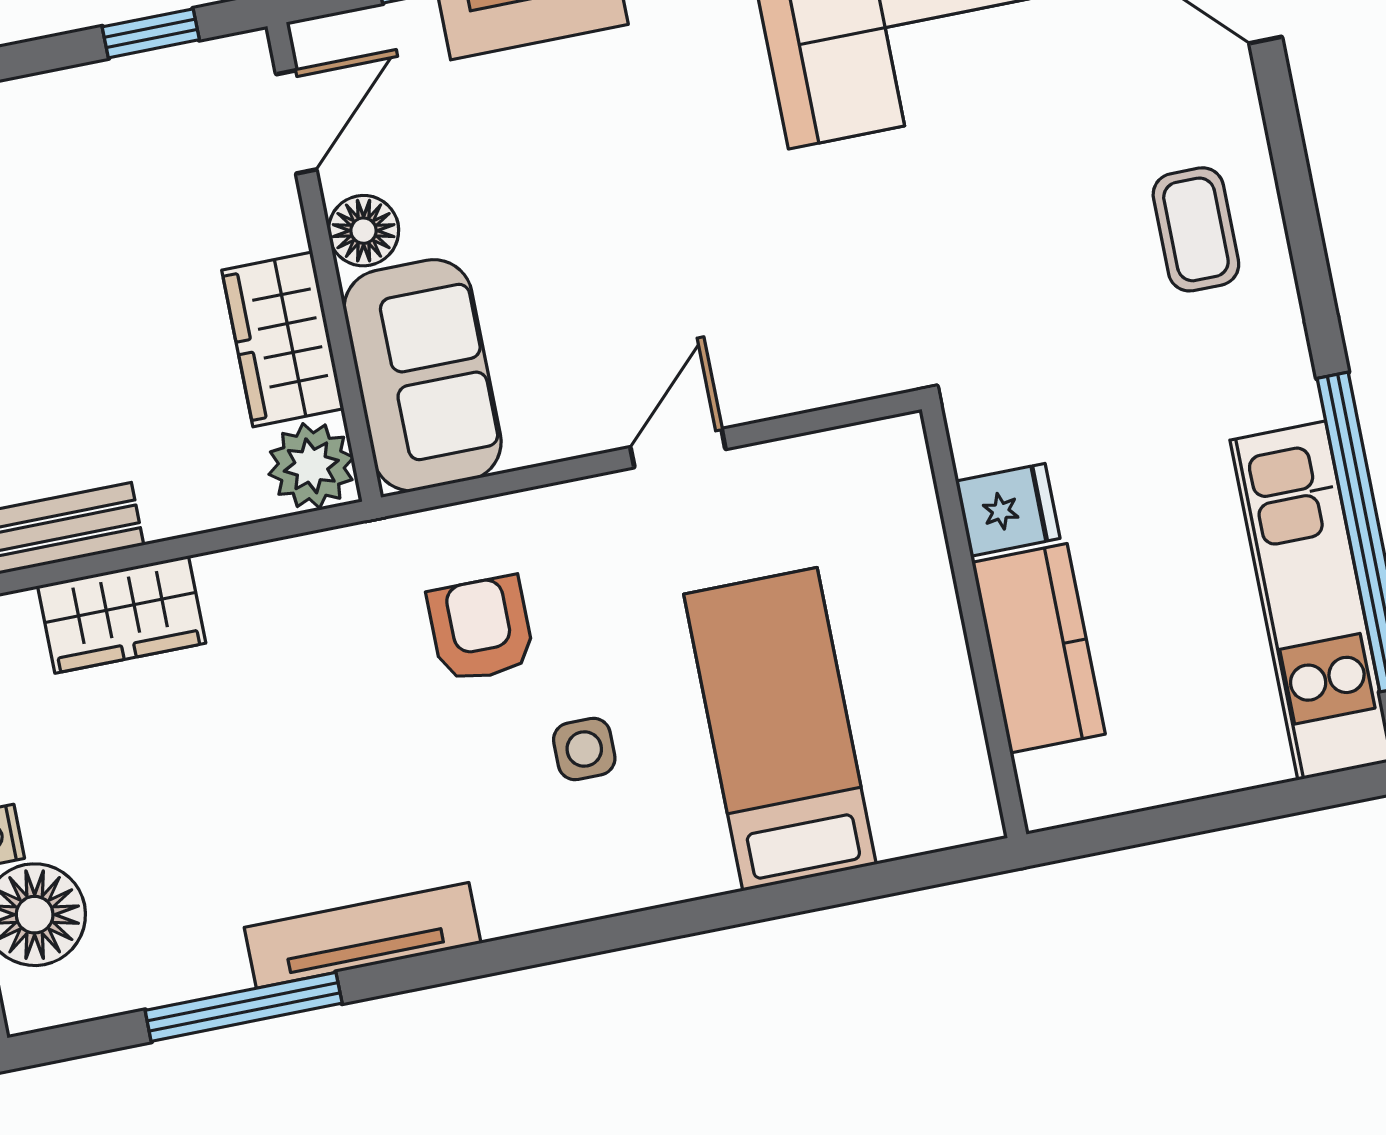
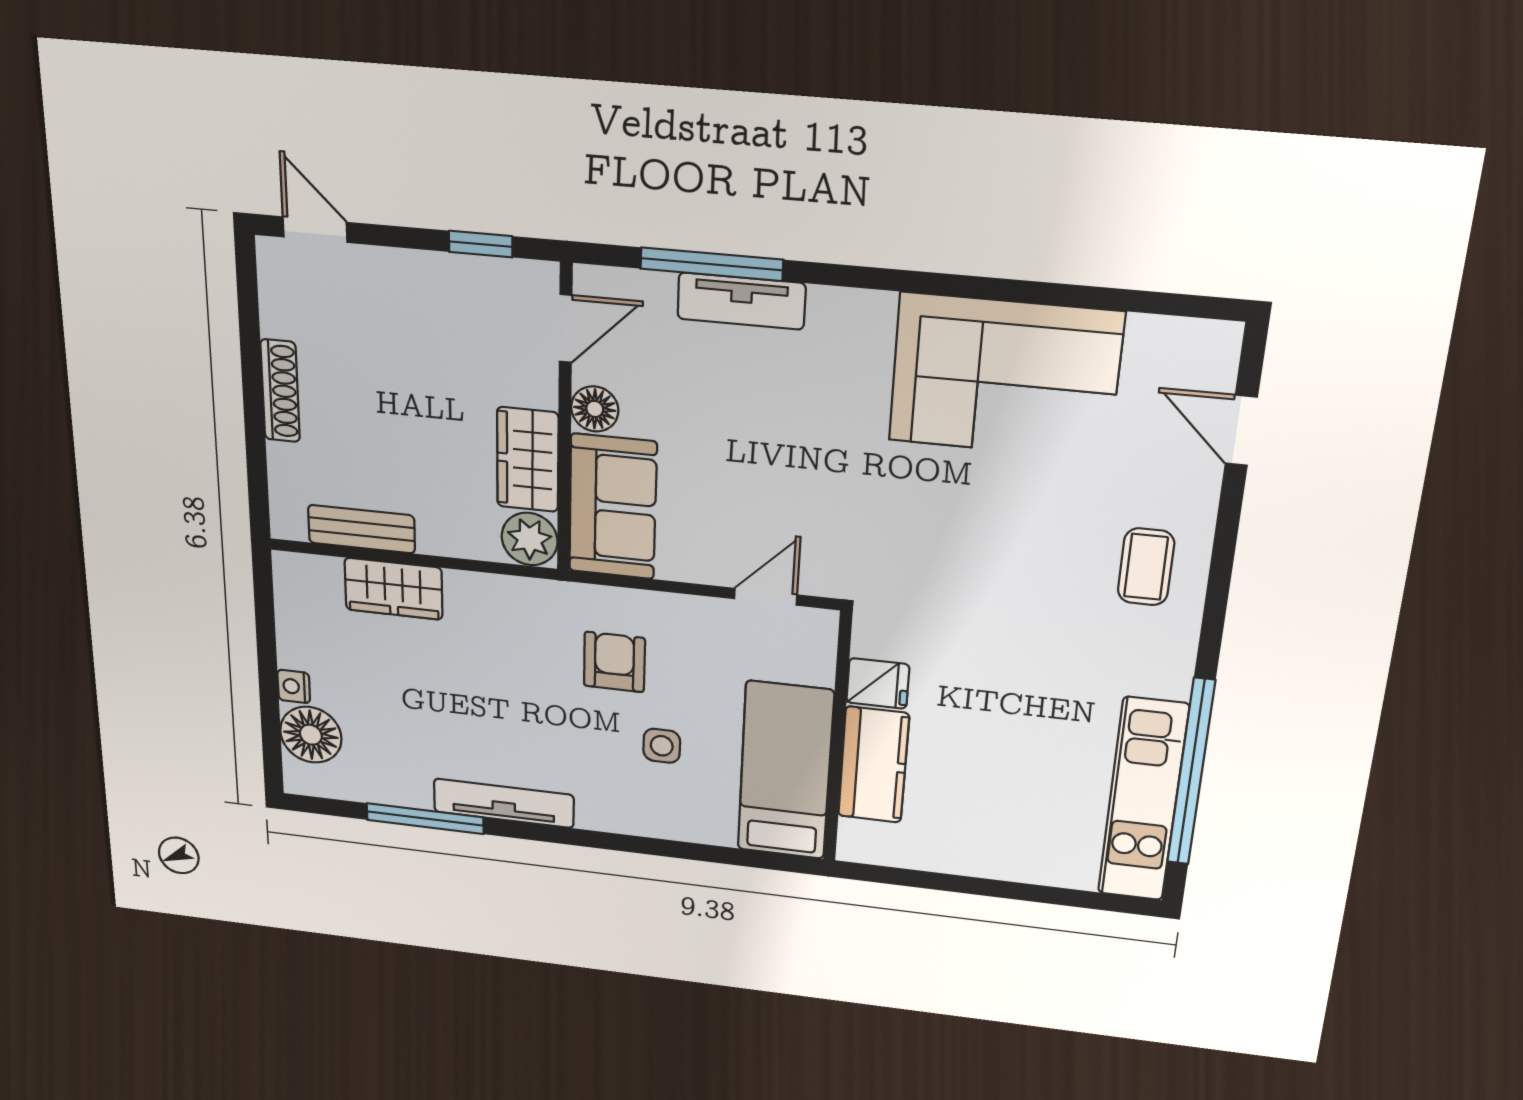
fridge: (1008, 510) -> (878, 683), moved
wall: (974, 622) -> (838, 739), moved
kitchen counter: (1039, 648) -> (874, 765), moved

